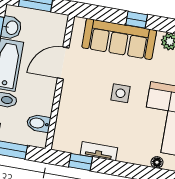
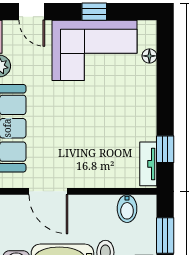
side table: (120, 93) -> (73, 115), removed
tv unit: (99, 151) -> (148, 164), moved

